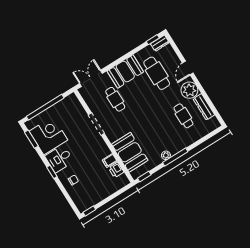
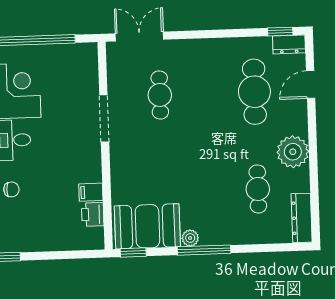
door: (188, 68) -> (311, 84), moved
booth: (125, 71) -> (204, 58), removed
dresser: (204, 107) -> (302, 218), moved
booth: (130, 152) -> (147, 226), moved, turned 90

